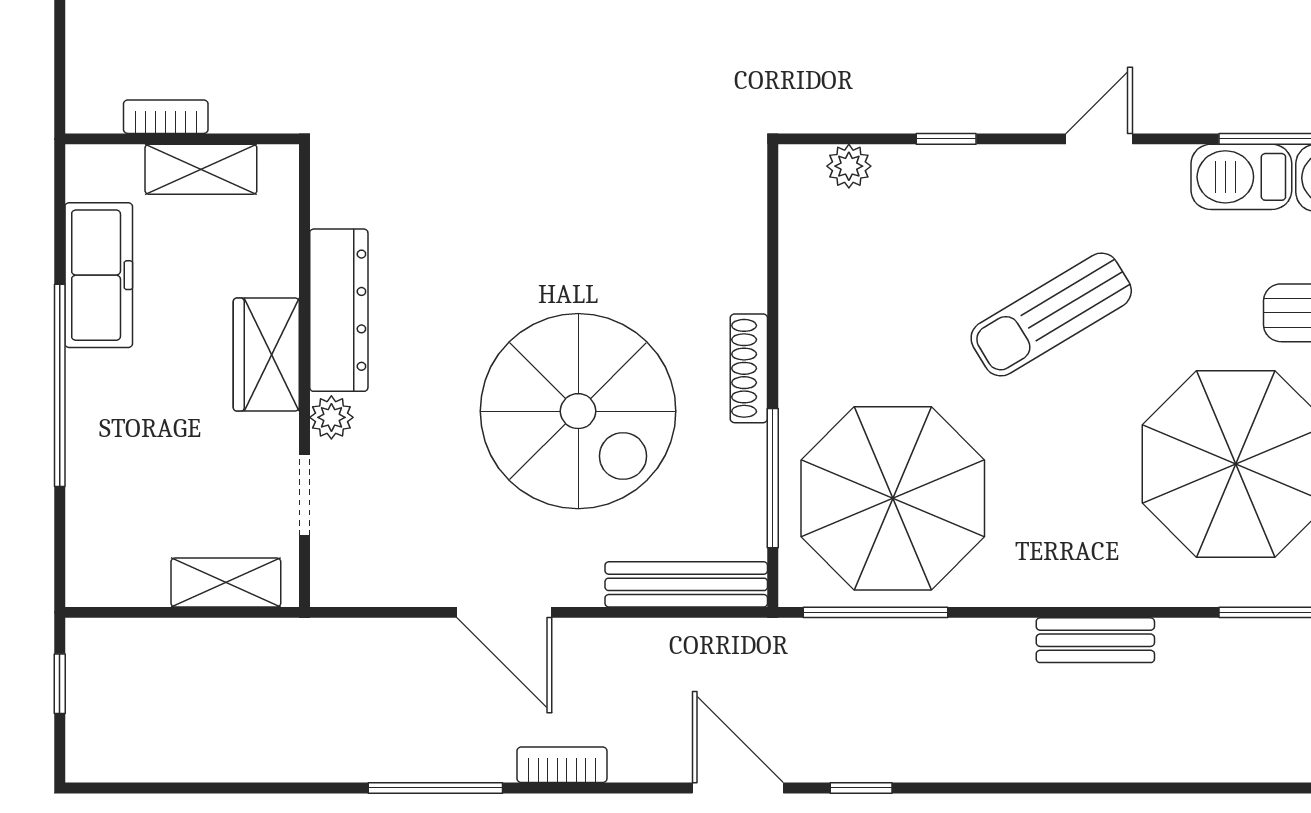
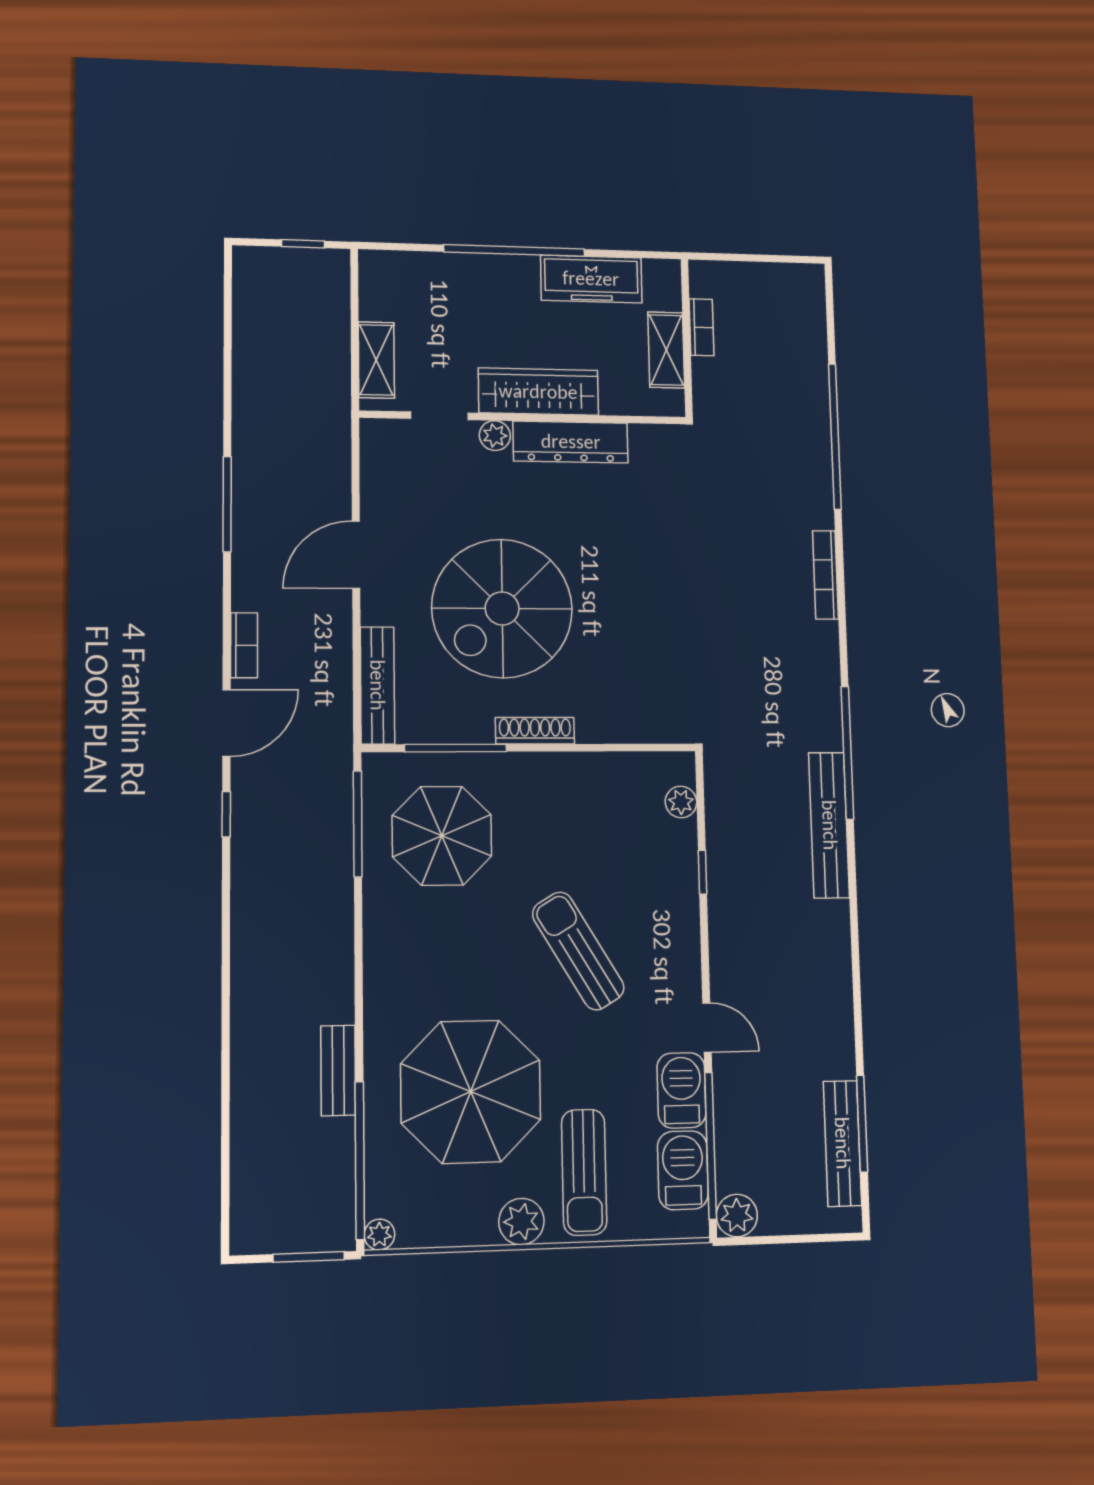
door: (1099, 139) -> (707, 1028), moved
wardrobe: (266, 355) -> (538, 392), width x1.50
parasol: (893, 498) -> (442, 836), width x0.73, depth x0.73
bench: (1095, 640) -> (338, 1070), moved
bookcase: (562, 765) -> (244, 645), moved

